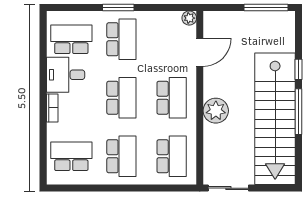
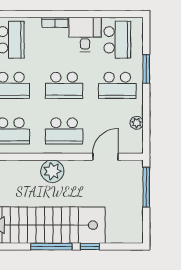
window: (118, 7) -> (146, 69), moved
window: (266, 7) -> (146, 187), moved
plant: (189, 18) -> (137, 123), moved
door: (200, 52) -> (105, 157), swing flipped

